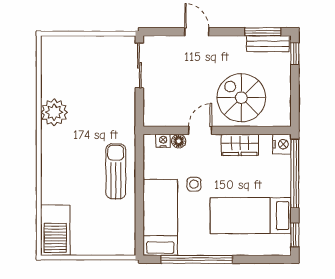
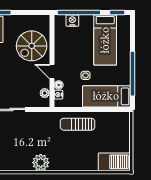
plant: (166, 119) -> (45, 93), added
nightstand: (282, 144) -> (72, 21), moved
wardrobe: (240, 145) -> (61, 47), removed

